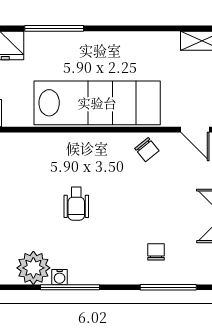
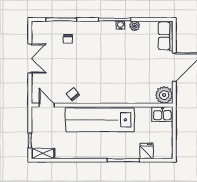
wheelchair: (76, 204) -> (111, 65), removed
plant: (33, 268) -> (135, 26), width x0.53, depth x0.53

